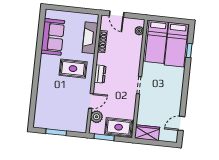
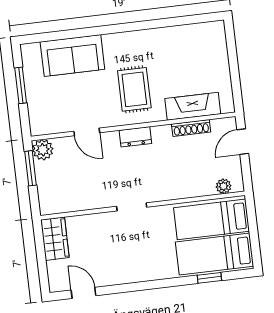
sofa: (53, 37) -> (72, 55), moved
plant: (97, 117) -> (43, 150), moved
rug: (119, 127) -> (53, 189), removed

